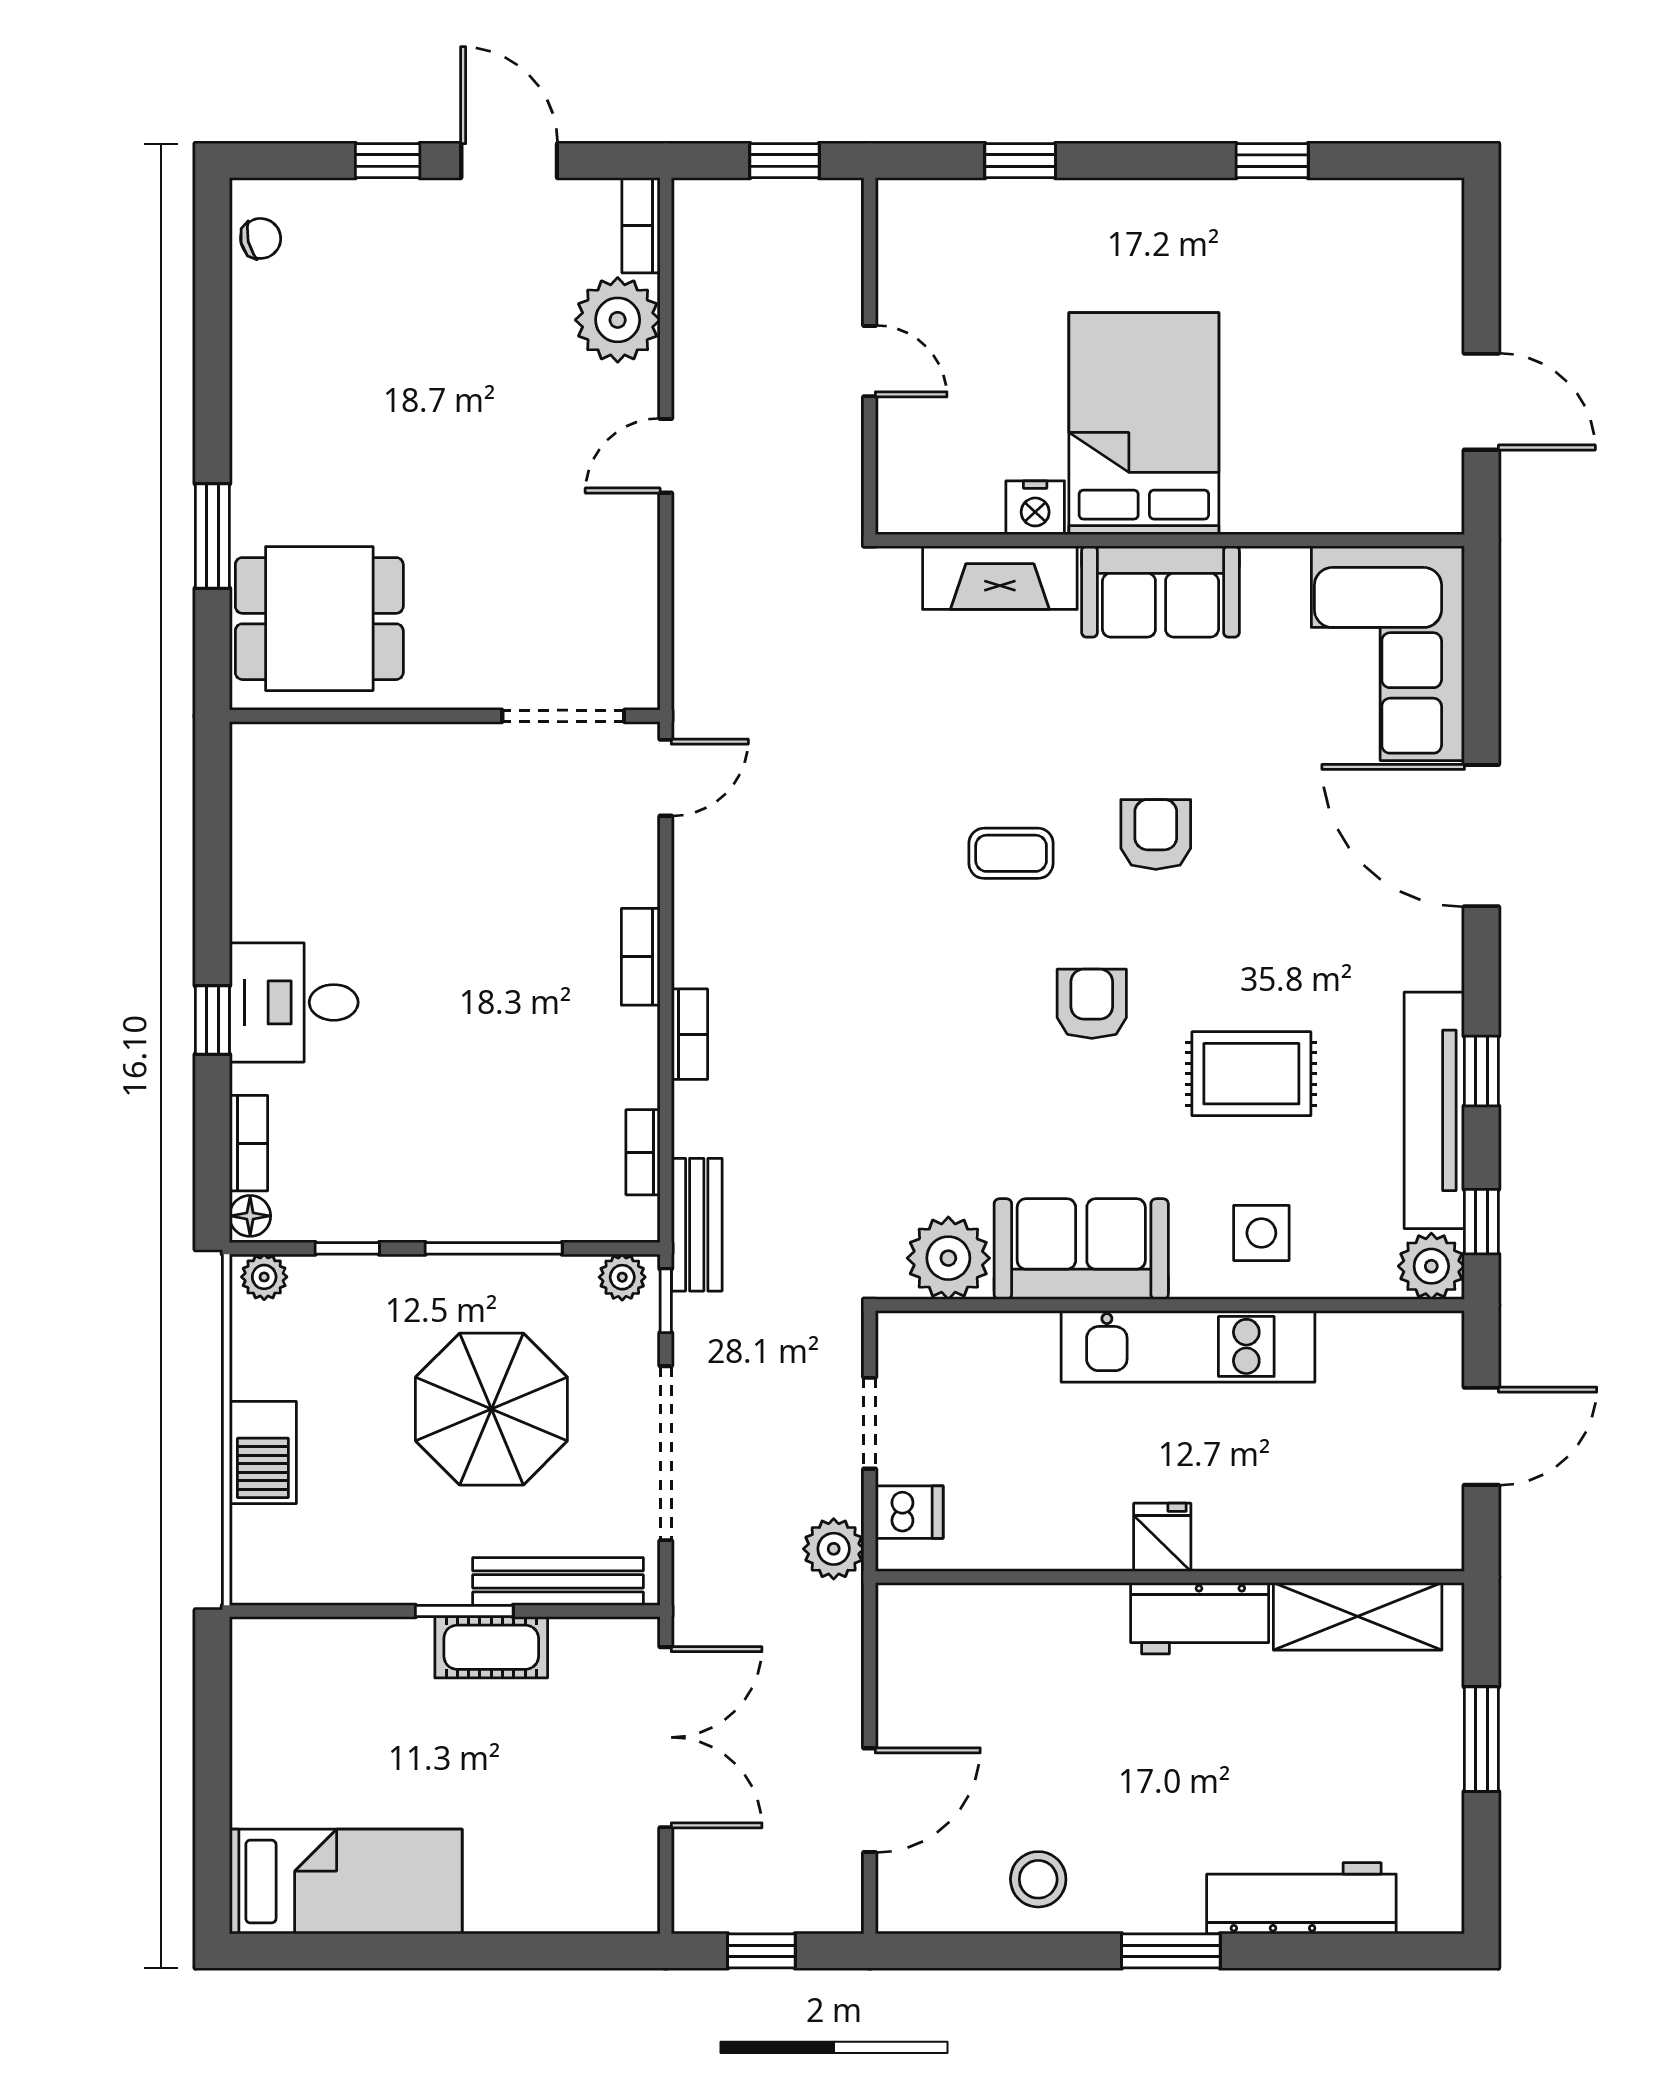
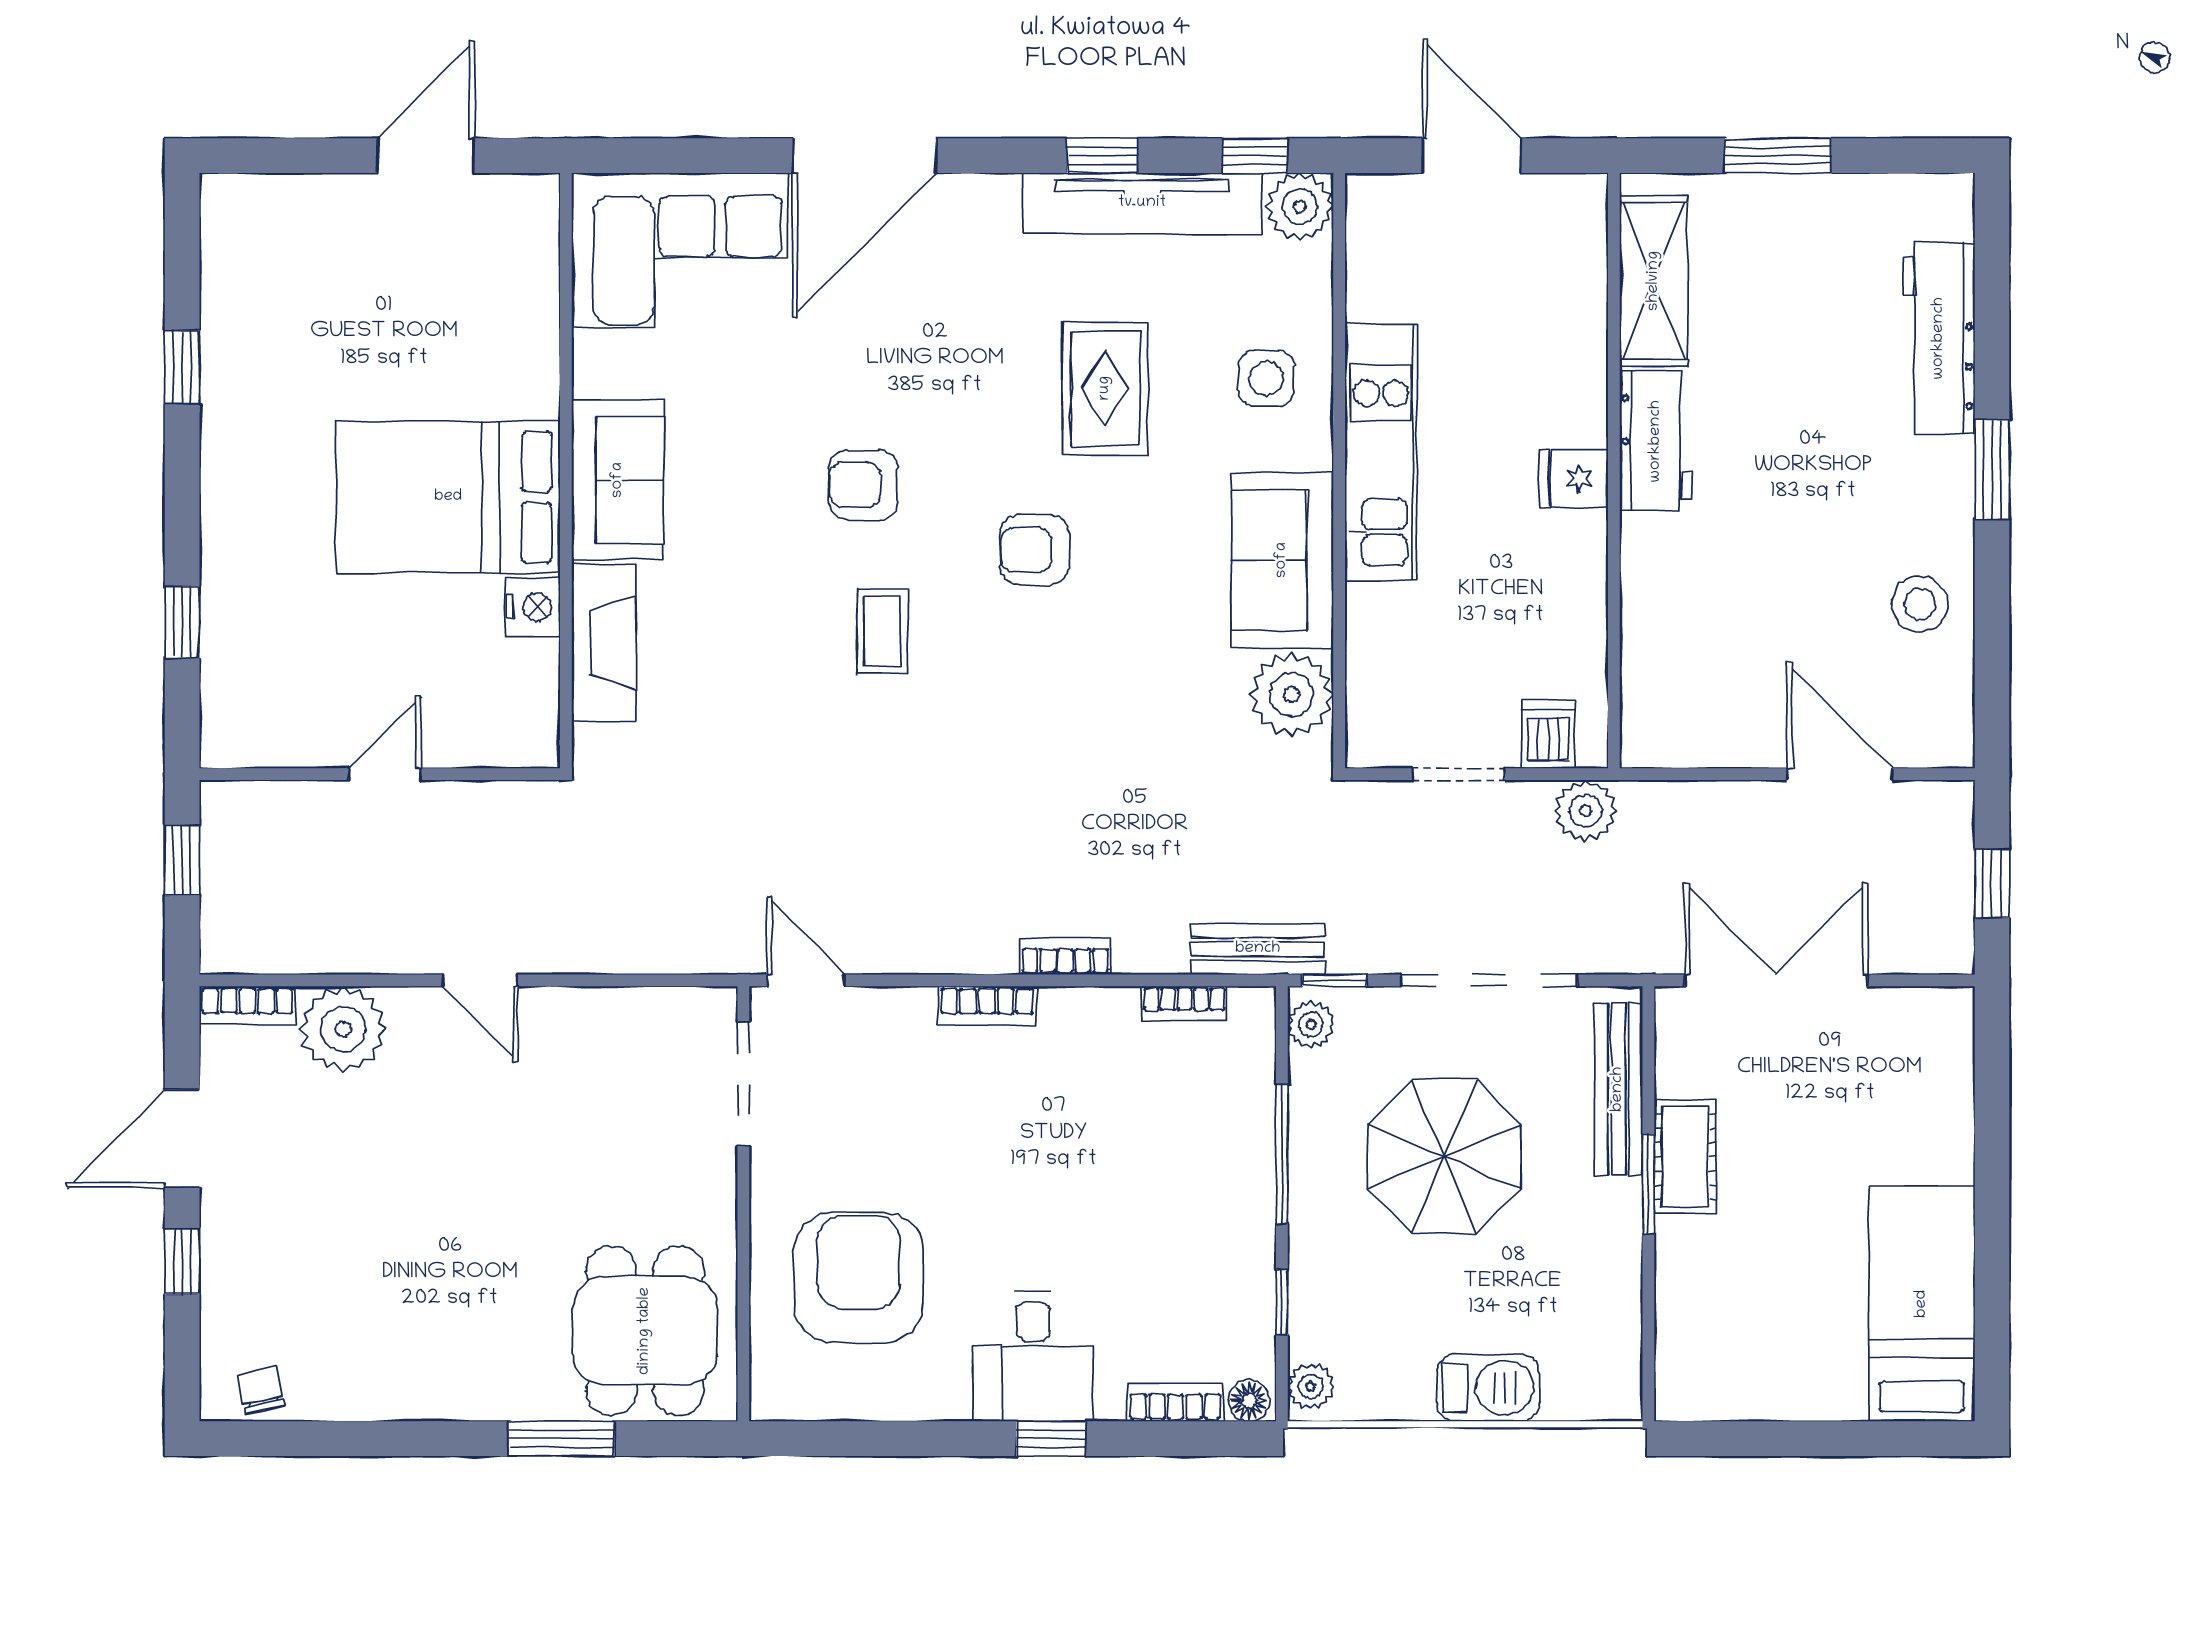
armchair: (372, 830) -> (859, 1278), added

